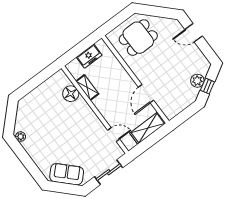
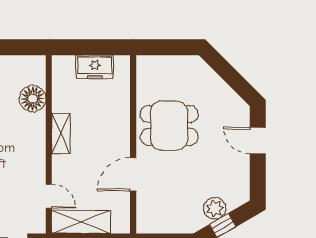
dining table: (138, 38) -> (169, 125), moved
shelving: (87, 87) -> (61, 133), moved
shelving: (148, 128) -> (81, 222), moved

